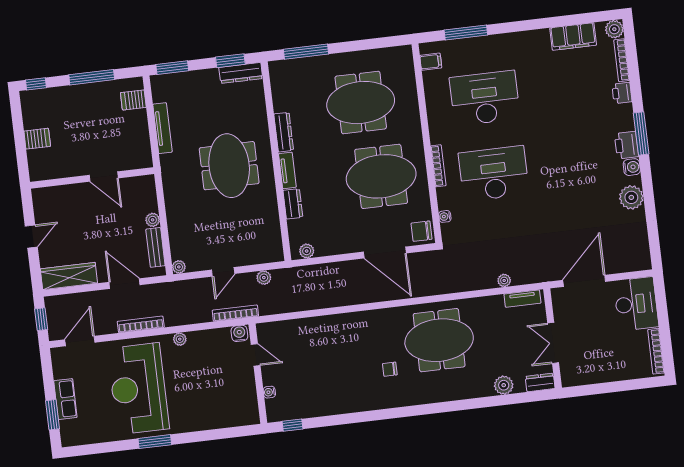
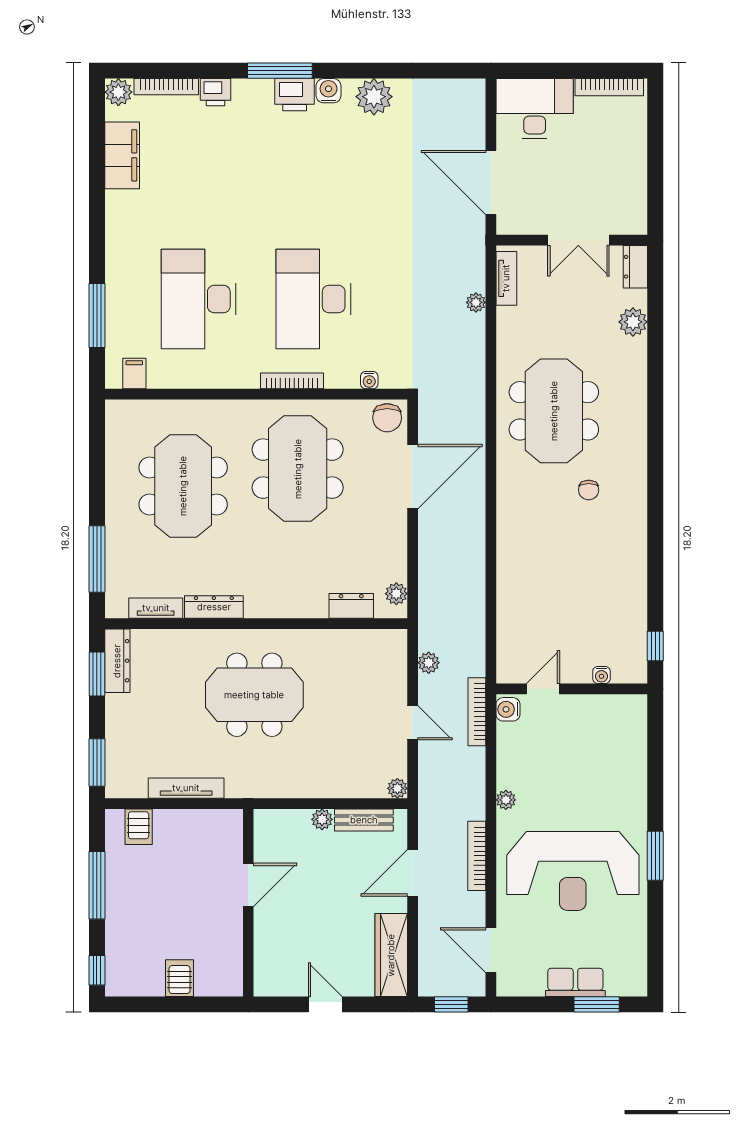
tv unit: (287, 170) -> (156, 608), moved
dresser: (293, 204) -> (351, 606), moved

